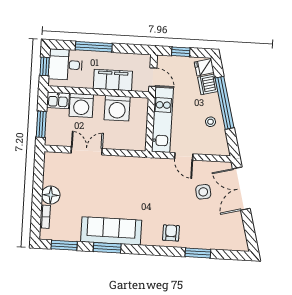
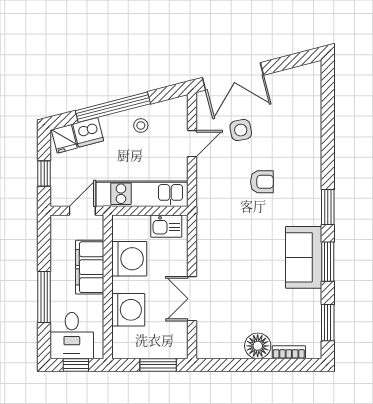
kitchen sink: (58, 100) -> (166, 226), moved, turned 90
door: (184, 156) -> (192, 144), moved
sofa: (111, 231) -> (304, 257), width x0.73
armchair: (171, 233) -> (262, 182), moved, turned 180
window: (198, 253) -> (328, 207), moved

